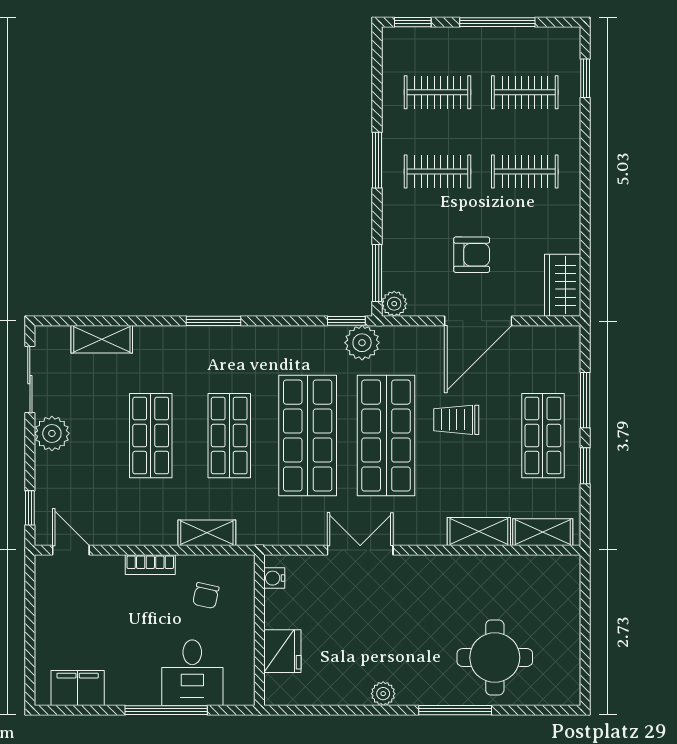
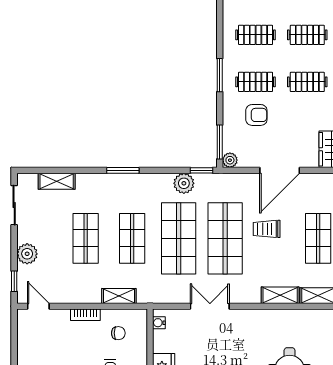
armchair: (472, 255) -> (256, 115), moved
plant: (362, 343) -> (184, 183), moved
plant: (52, 433) -> (27, 254), moved
chair: (206, 596) -> (118, 333), turned -102

